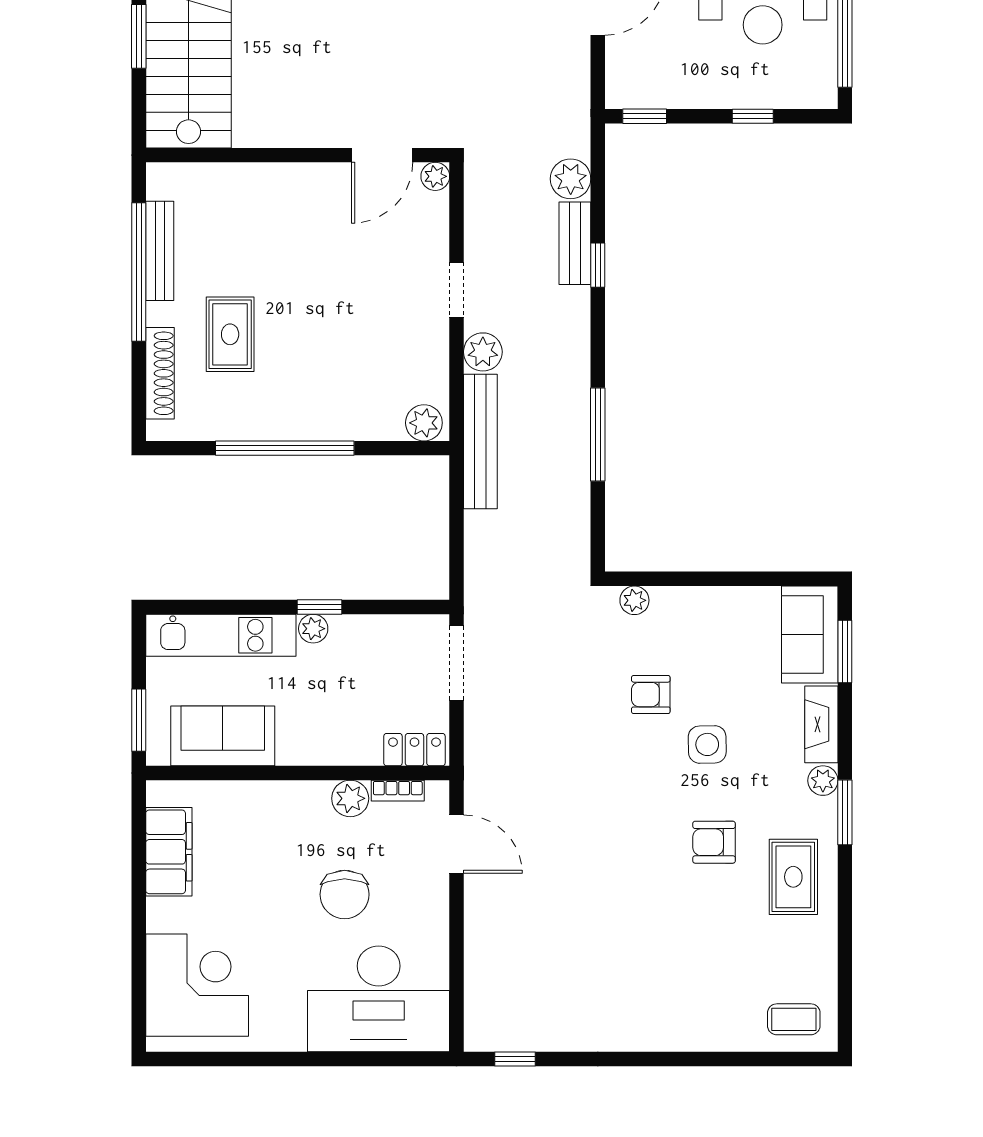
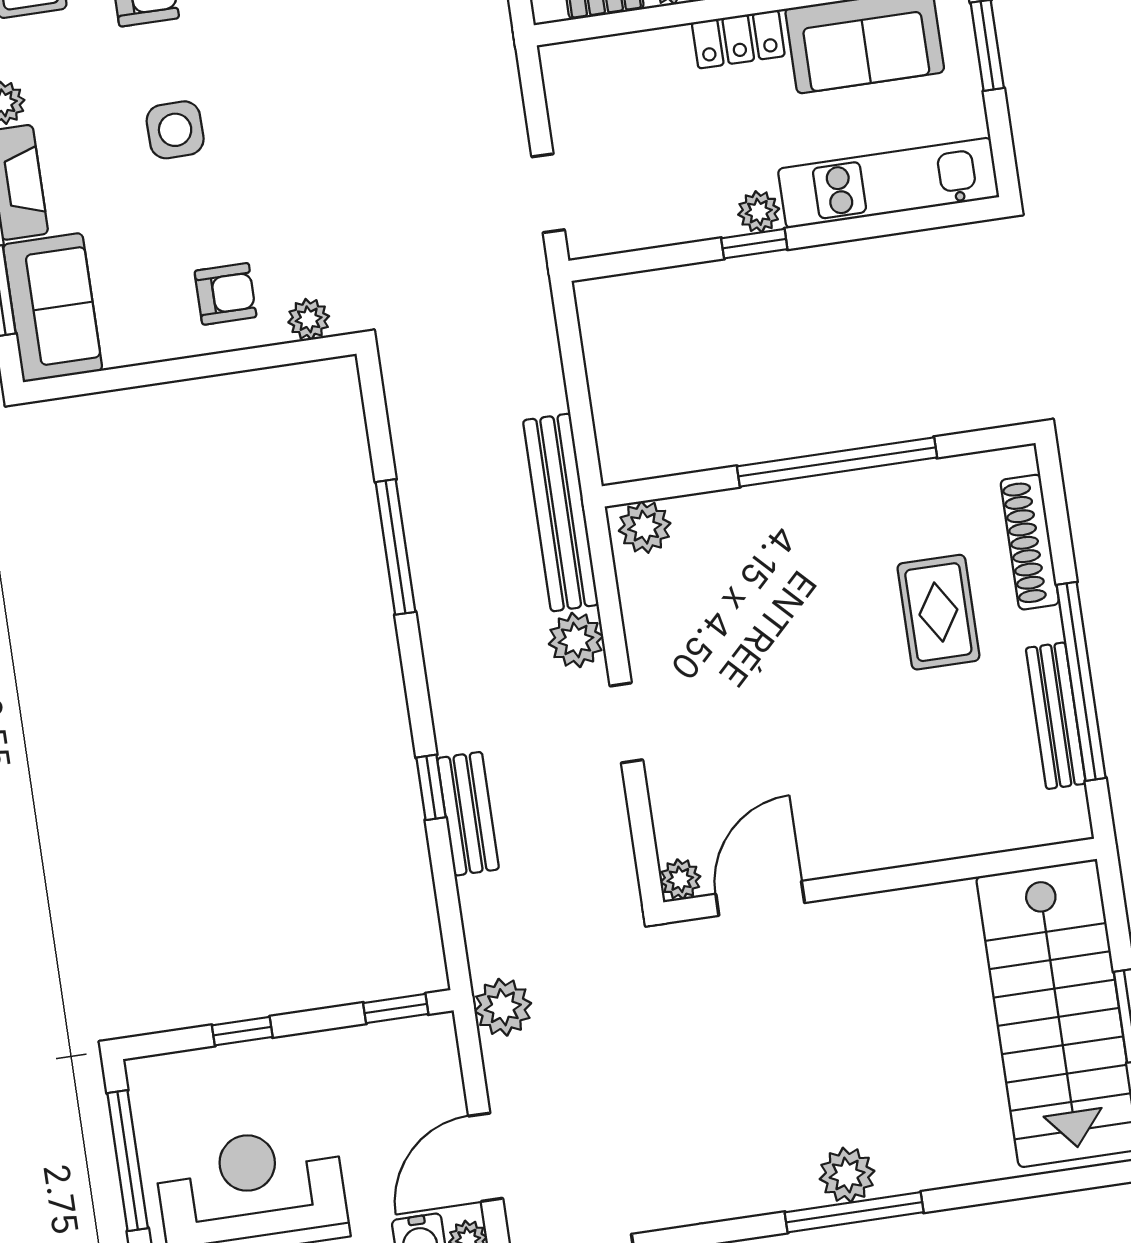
plant: (571, 179) -> (503, 1007), moved
doorway: (457, 663) -> (548, 193), width x0.73
armchair: (651, 695) -> (226, 294), moved
locker: (414, 750) -> (738, 39), moved

